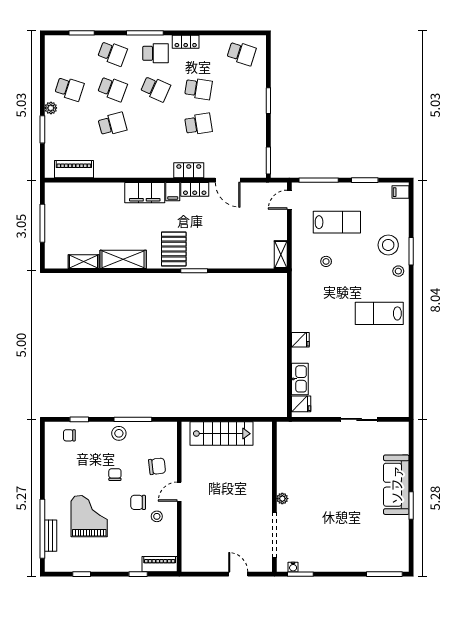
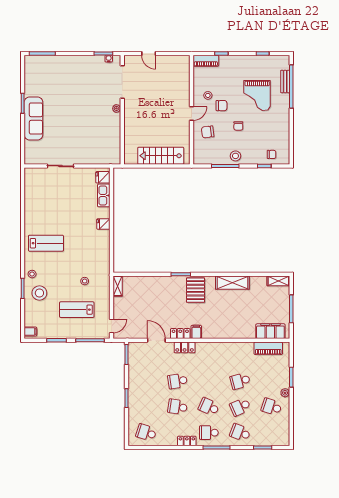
school desk: (112, 89) -> (240, 407), turned -45
filing cabinet: (145, 193) -> (270, 331), moved
shelving: (84, 262) -> (278, 281), moved

